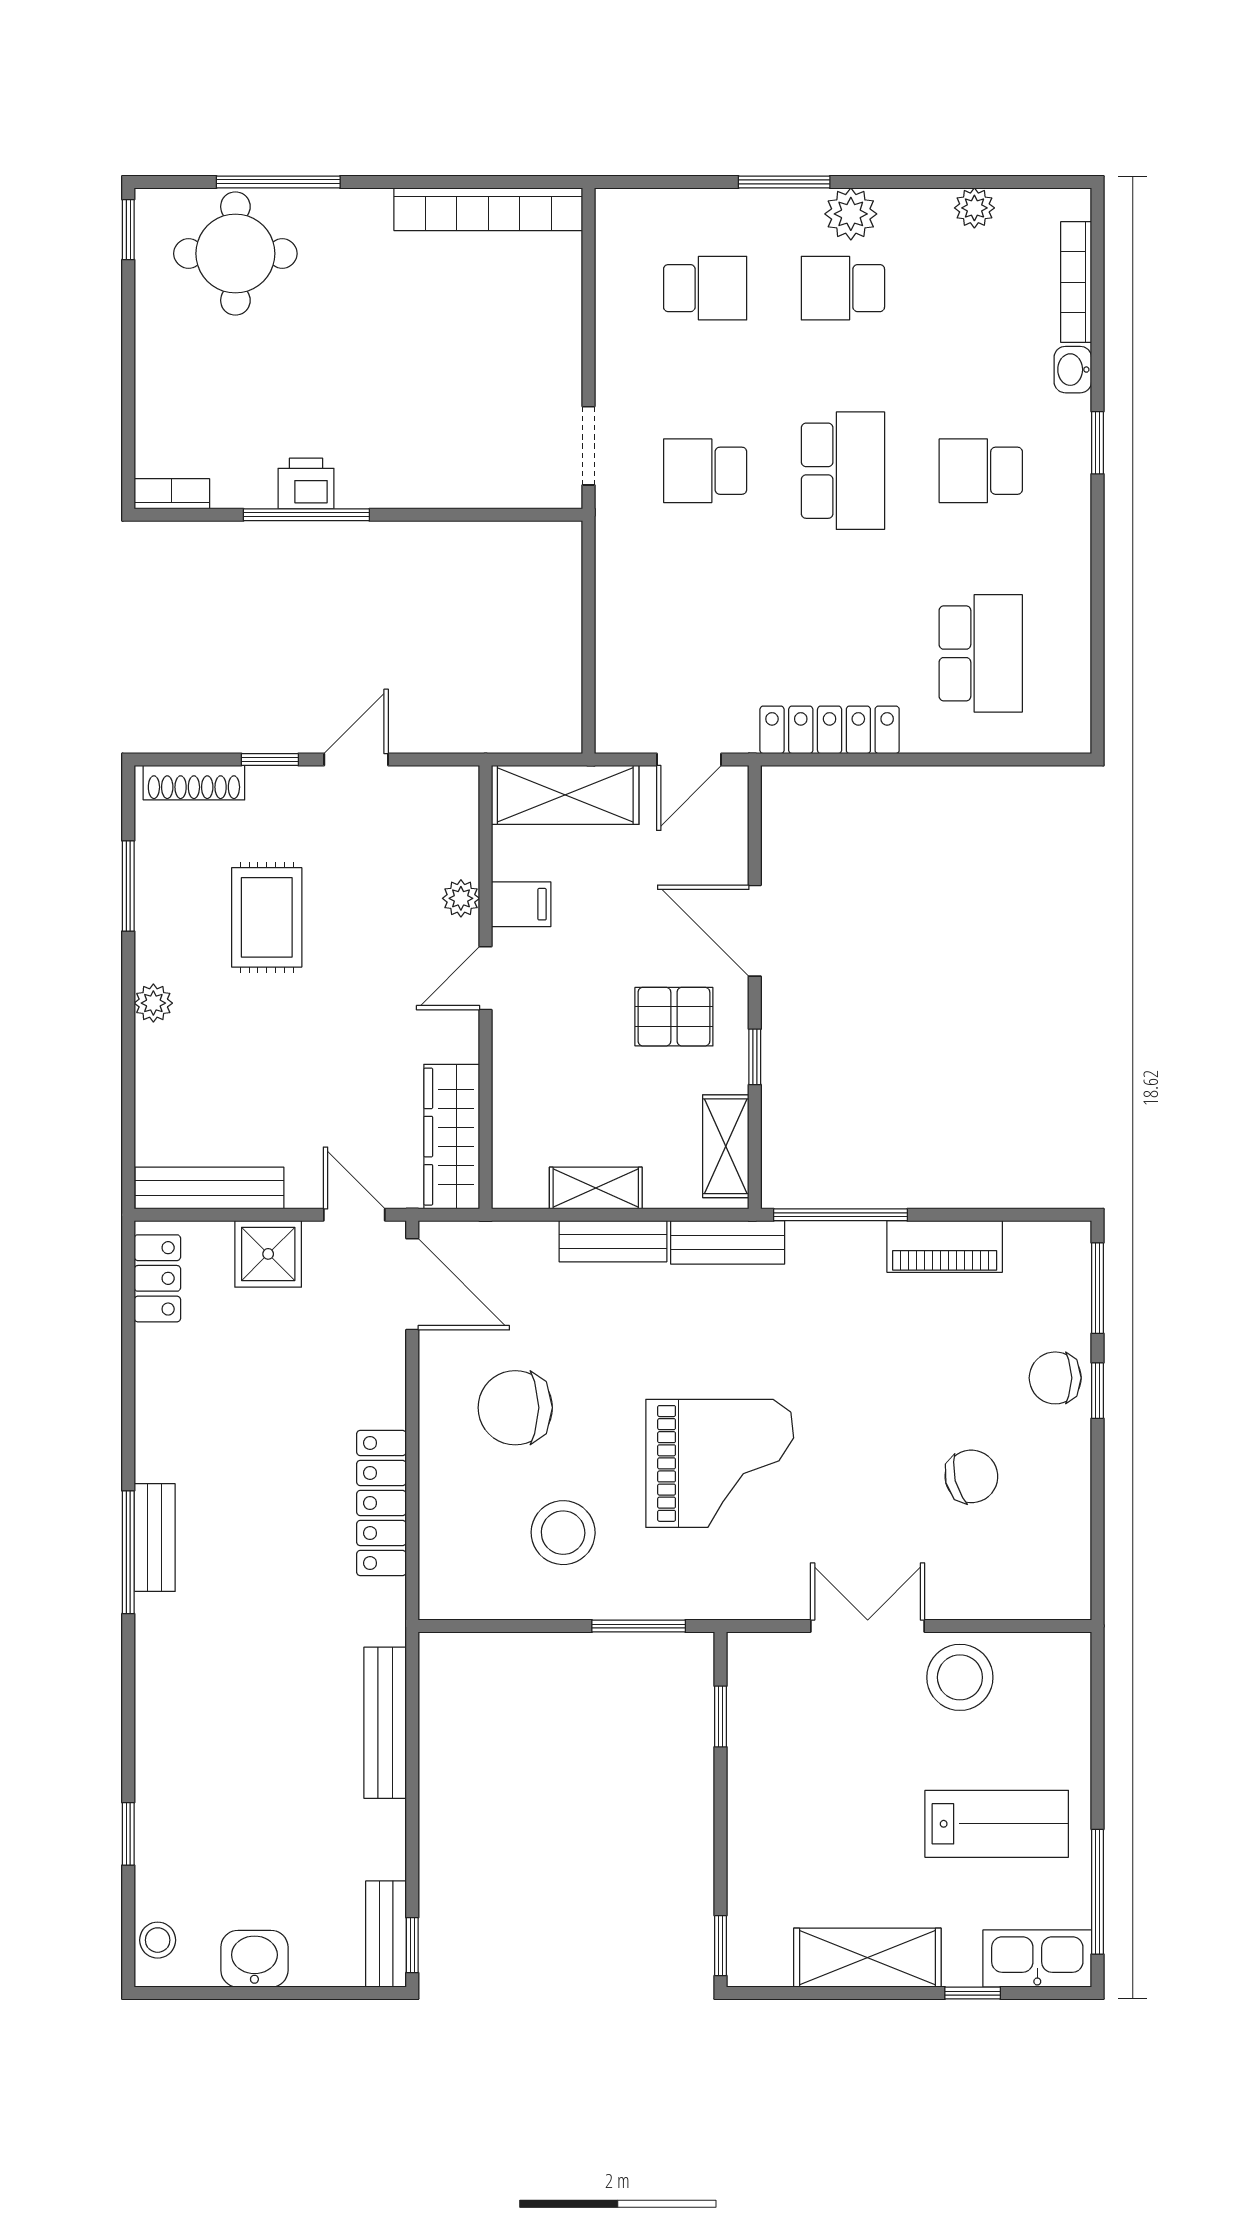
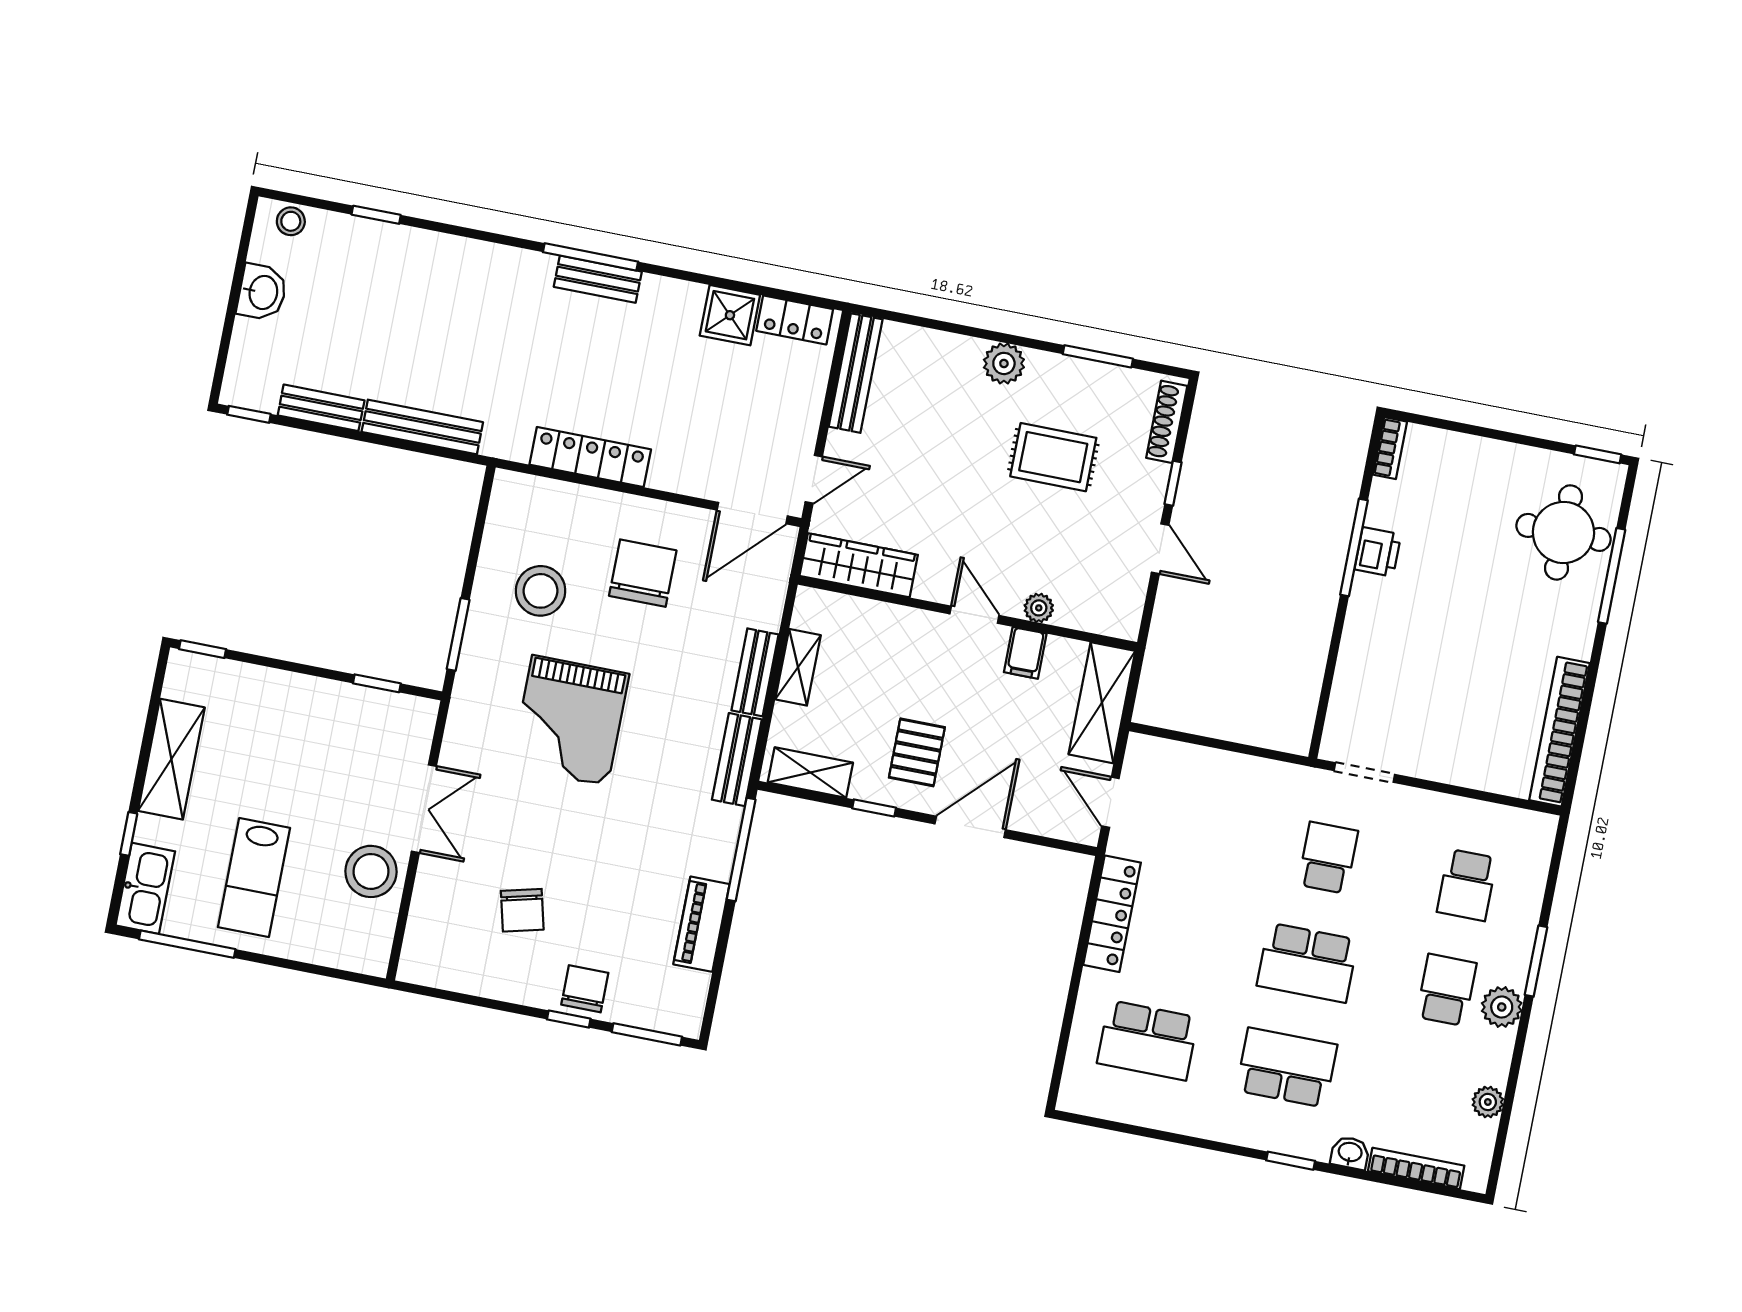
school desk: (981, 471) -> (1287, 1068), width x1.85
plant: (153, 1003) -> (1004, 363), width x1.38, depth x1.38
shower: (268, 1254) -> (730, 315), moved
bench: (386, 1934) -> (321, 408), moved

